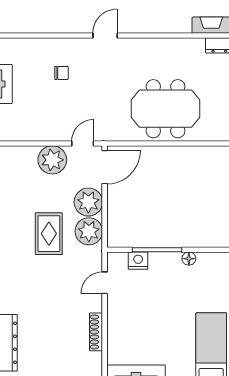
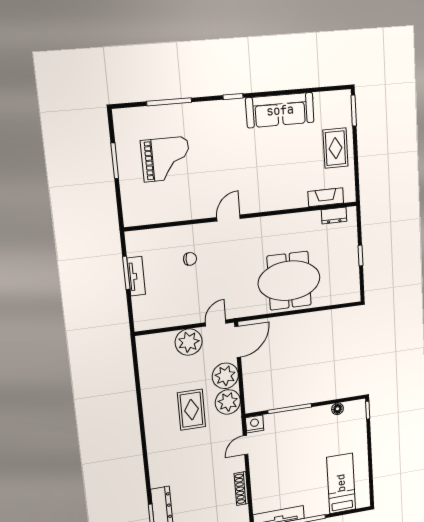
floor lamp: (189, 259) -> (338, 409), moved
nightstand: (138, 261) -> (255, 424), moved

